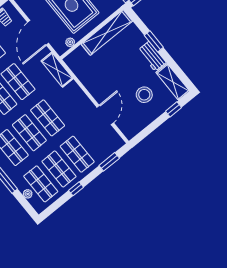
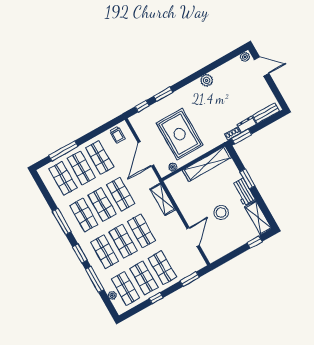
shelving: (57, 70) -> (163, 199), moved
stool: (144, 95) -> (221, 212), moved

